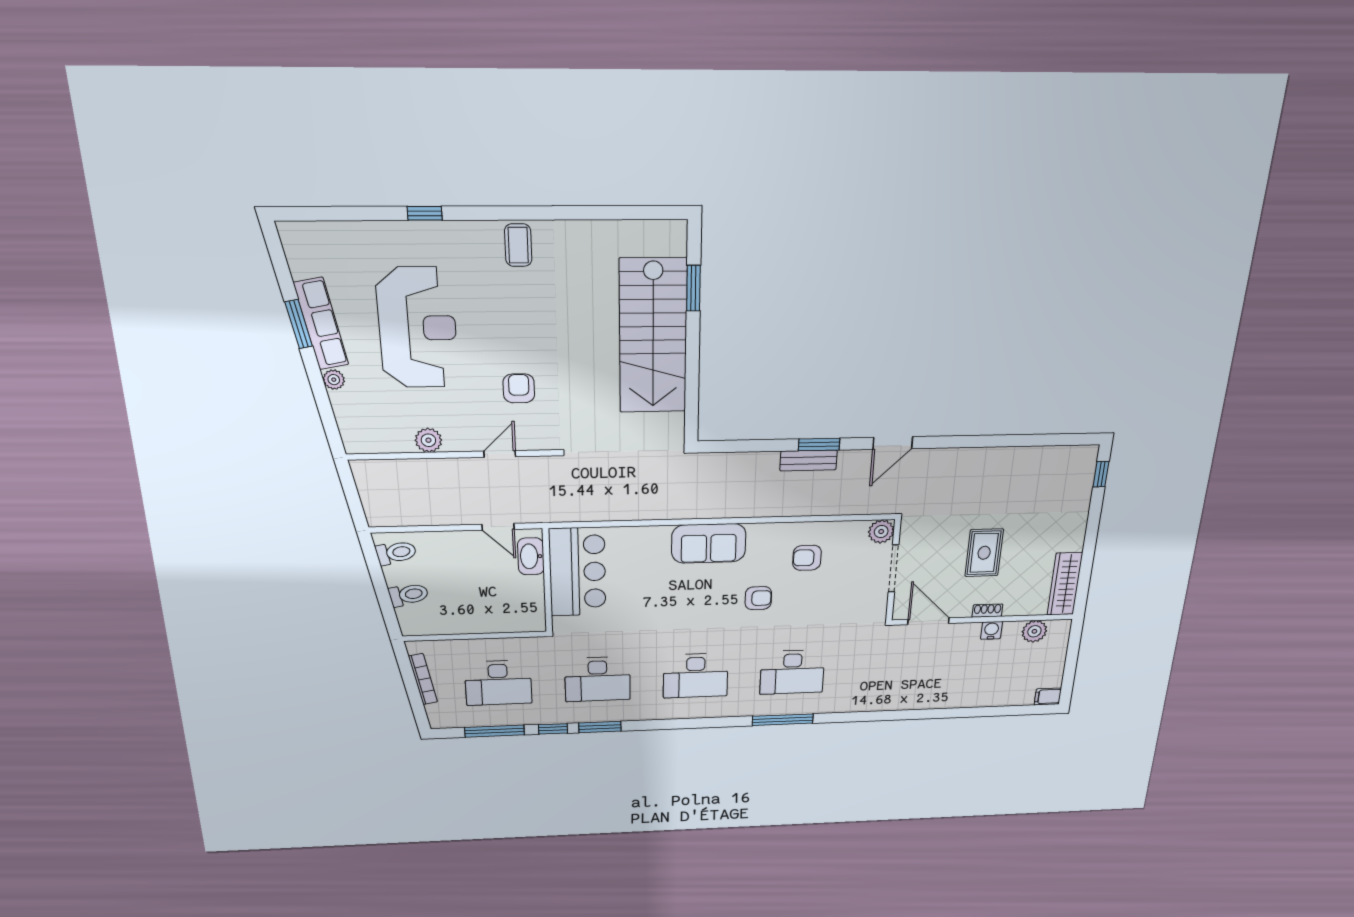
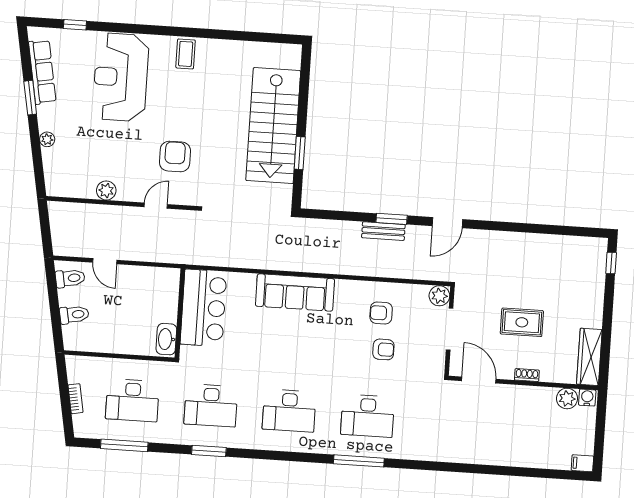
window: (425, 213) -> (75, 25), moved
window: (693, 288) -> (300, 153), moved
row of seats: (321, 324) -> (42, 72), moved
reception desk: (418, 328) -> (121, 77), moved, turned 180
armchair: (519, 388) -> (175, 156), width x1.38, depth x1.38
door: (498, 527) -> (105, 261), moved
sofa: (709, 543) -> (295, 292), width x1.36
rug: (984, 553) -> (522, 322), turned 90
washbasin: (531, 556) -> (166, 339), moved
armchair: (758, 598) -> (383, 349), moved
water cooler: (991, 630) -> (587, 398), moved
bookcase: (423, 679) -> (76, 399), width x0.64
window: (553, 729) -> (171, 449), removed

